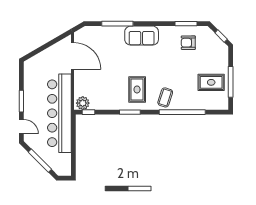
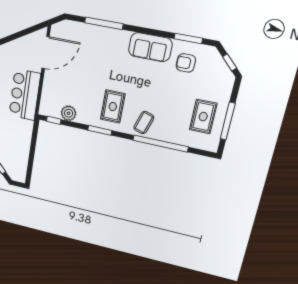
sofa: (142, 36) -> (150, 47), moved
door: (73, 56) -> (46, 53), hinge flipped
rug: (211, 82) -> (203, 117), turned 90
plant: (83, 103) -> (69, 113), moved
bar counter: (59, 113) -> (25, 95), width x0.54

